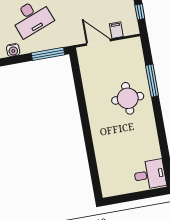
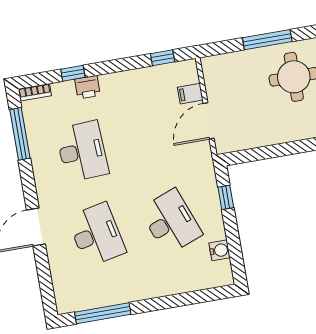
window: (48, 54) -> (226, 197), width x0.46

